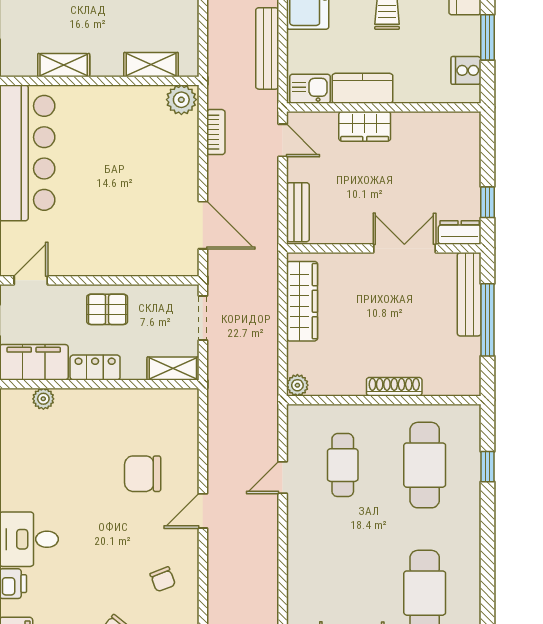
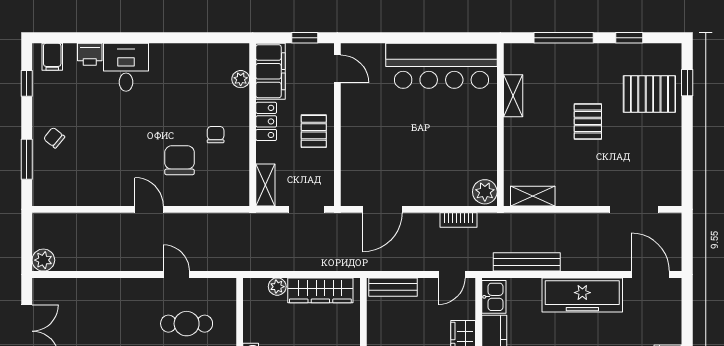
shelving: (151, 65) -> (533, 196), moved, turned 90
plant: (297, 385) -> (277, 287), moved
chair: (163, 579) -> (216, 135), moved, turned 111

